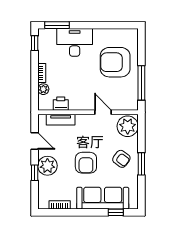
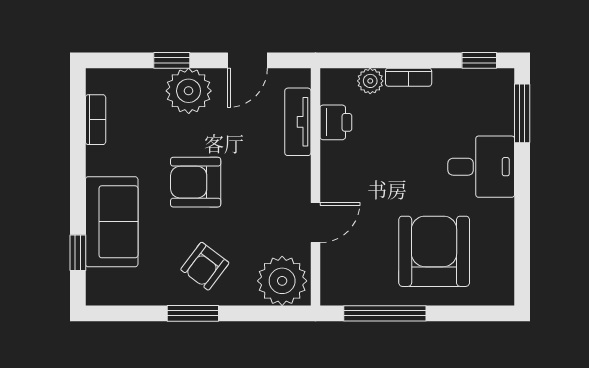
desk: (75, 42) -> (481, 167), width x0.73
sofa: (103, 198) -> (112, 222), width x0.73

